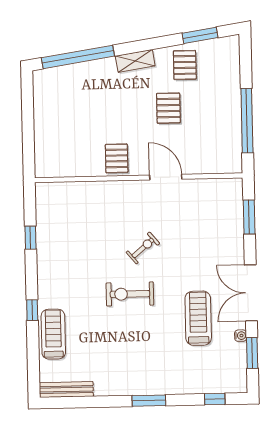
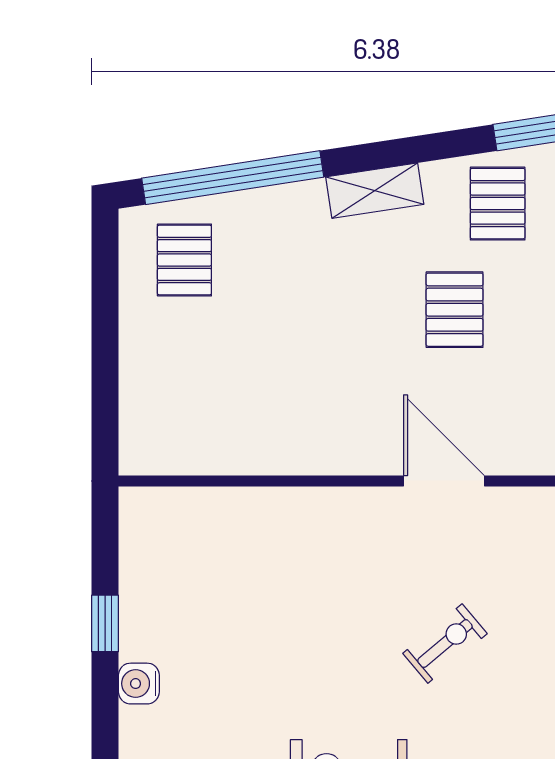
pallet: (117, 158) -> (184, 260), moved
exercise bike: (143, 248) -> (445, 644), moved
water cooler: (45, 262) -> (139, 684), added

